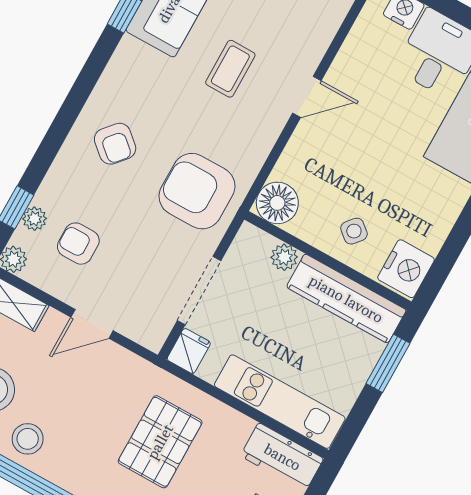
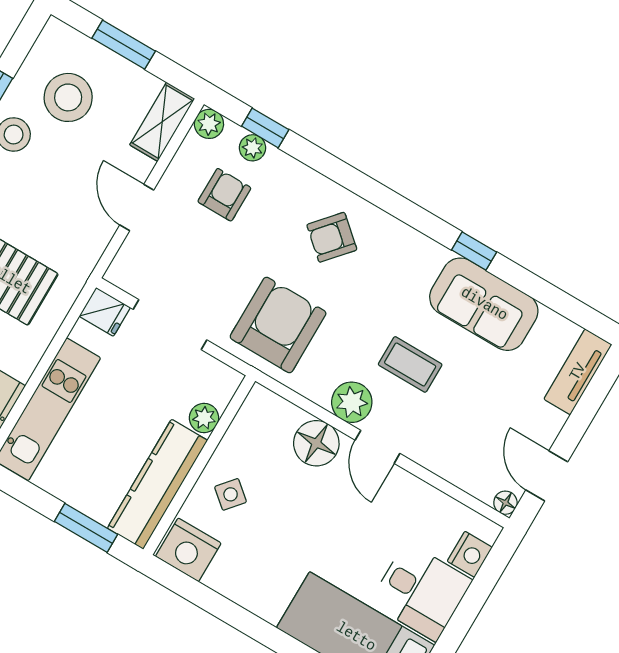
plant: (266, 122) -> (352, 402), added
floor lamp: (277, 203) -> (316, 443), moved

